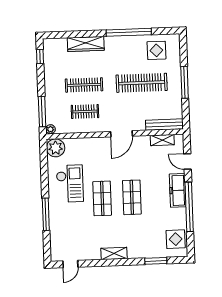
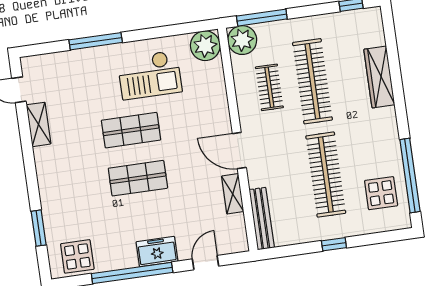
window: (129, 32) -> (410, 176), moved
window: (185, 82) -> (334, 244), width x0.46
clothes rail: (84, 85) -> (312, 81), width x1.37, depth x1.31
plant: (50, 129) -> (242, 40), width x1.87, depth x1.87
shelving: (162, 140) -> (233, 194), moved
freezer: (178, 190) -> (157, 252), width x0.71
shelving: (114, 254) -> (39, 124), moved

